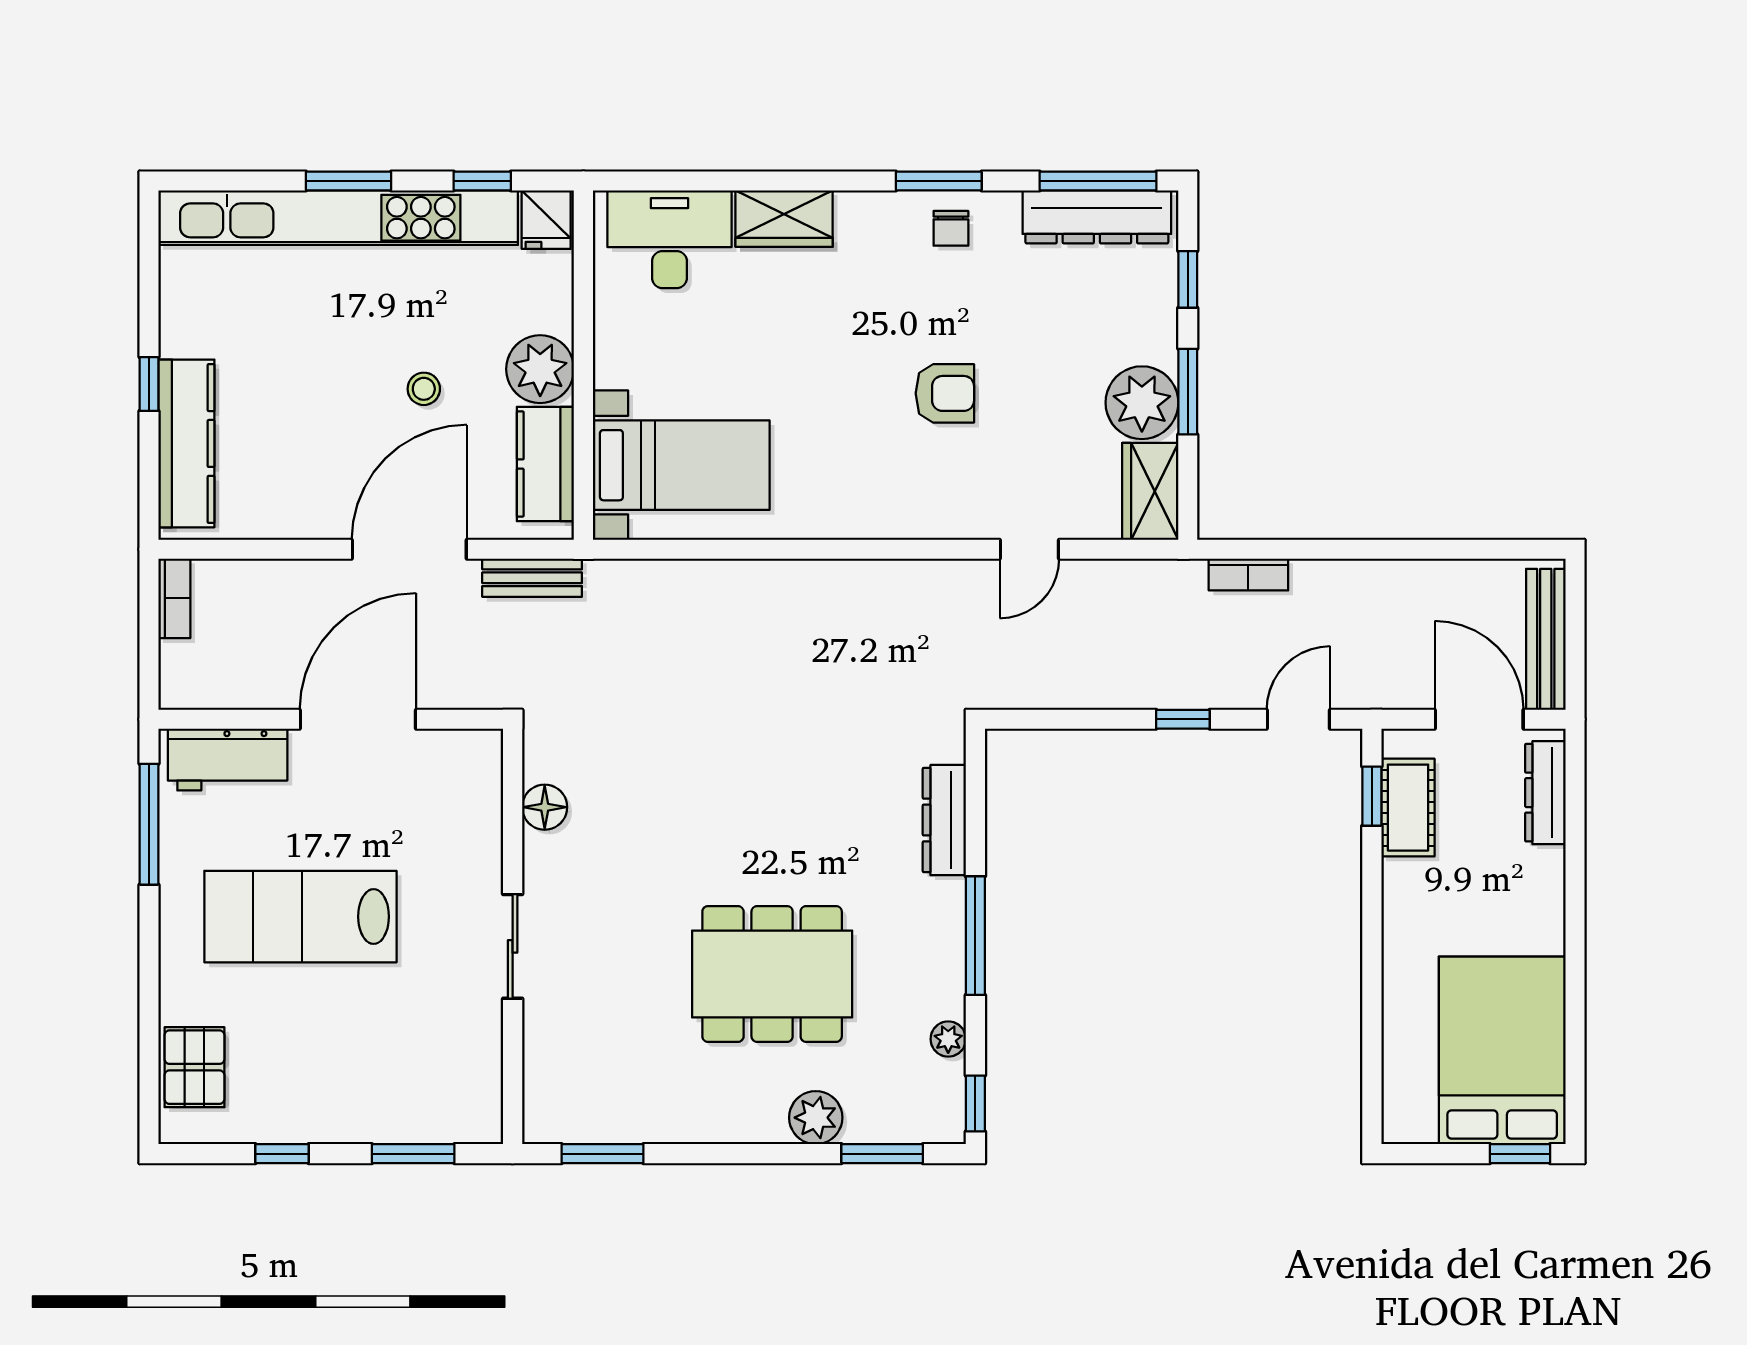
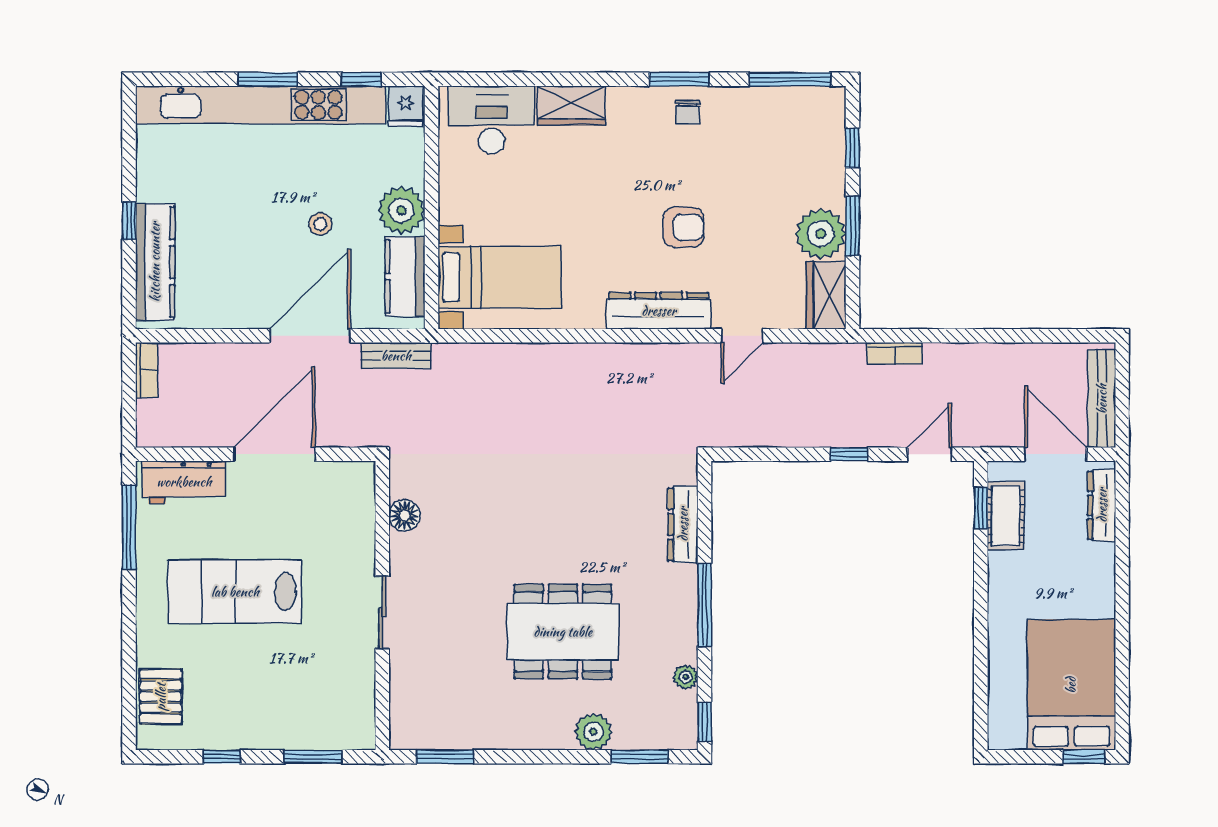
dresser: (1097, 217) -> (659, 311), moved, turned 180

